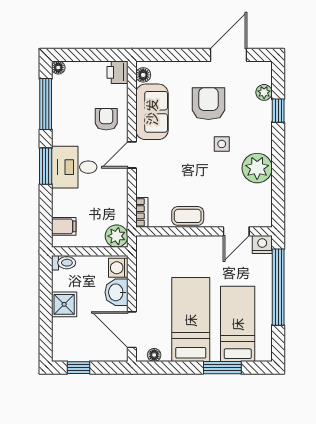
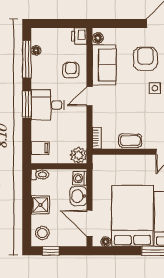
floor lamp: (58, 68) -> (36, 50), moved
bed: (191, 320) -> (132, 216), width x1.50
stool: (67, 343) -> (42, 233), added

